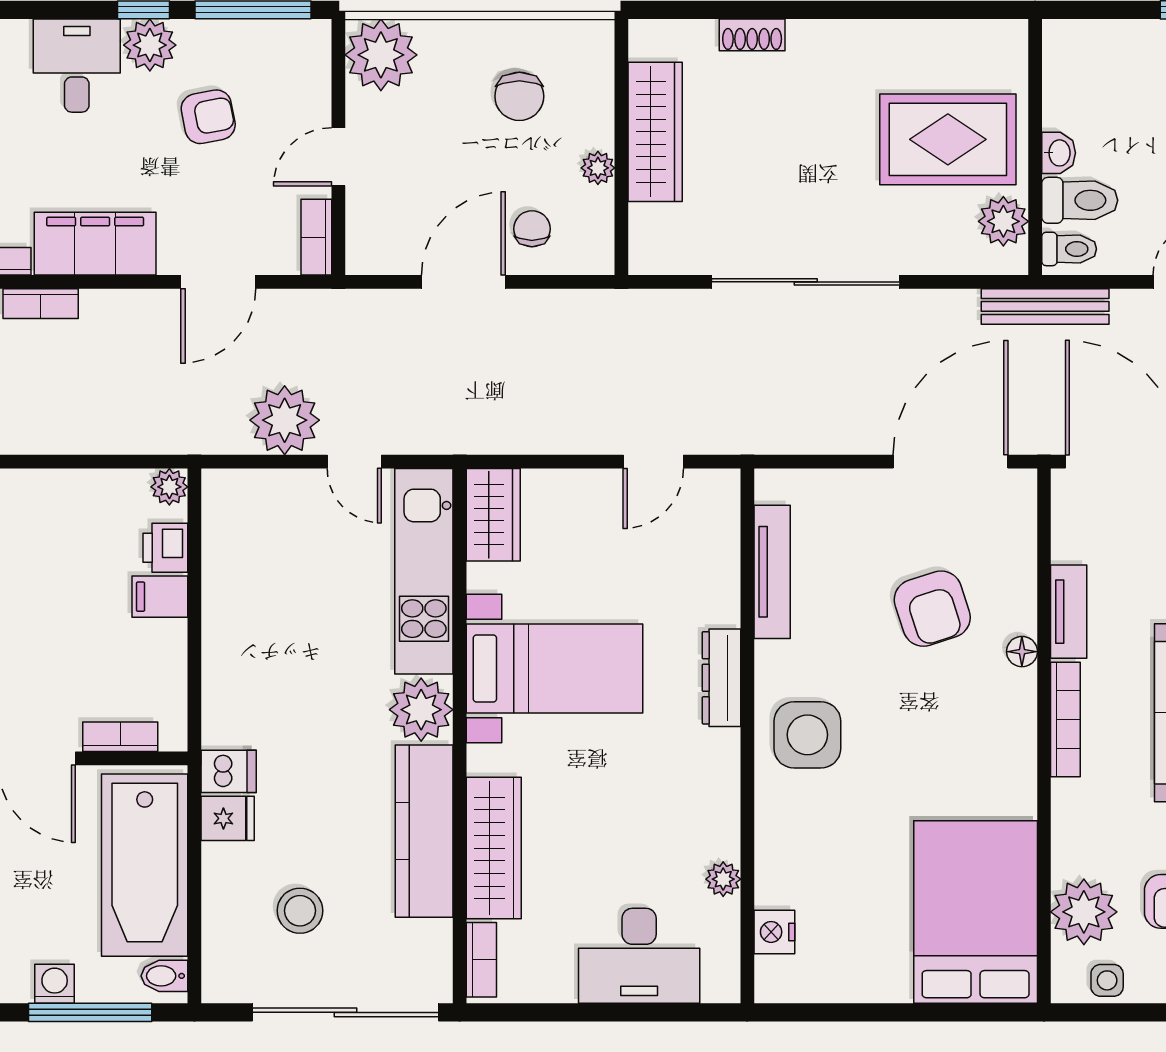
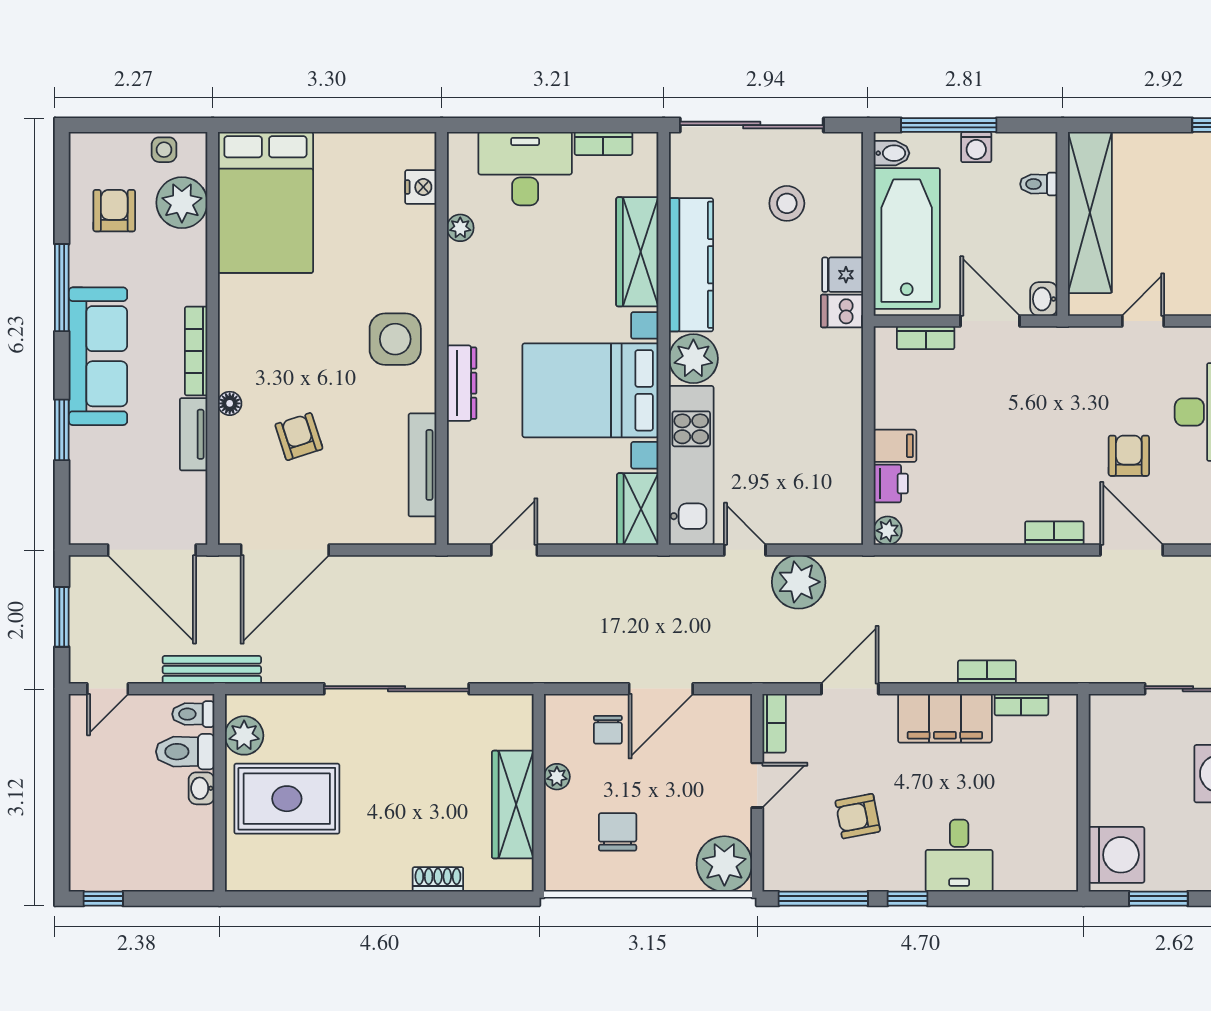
plant: (150, 45) -> (903, 872), removed
armchair: (932, 609) -> (299, 437), width x0.72, depth x0.72
bed with nightstands: (555, 669) -> (590, 390), width x1.36
bookcase: (481, 960) -> (603, 143), moved, turned -90

